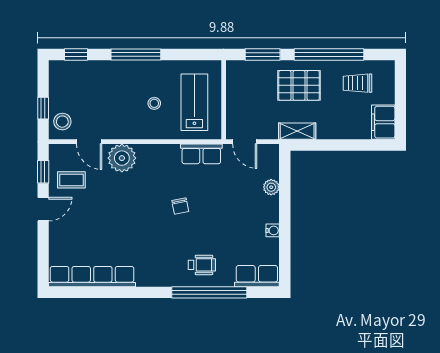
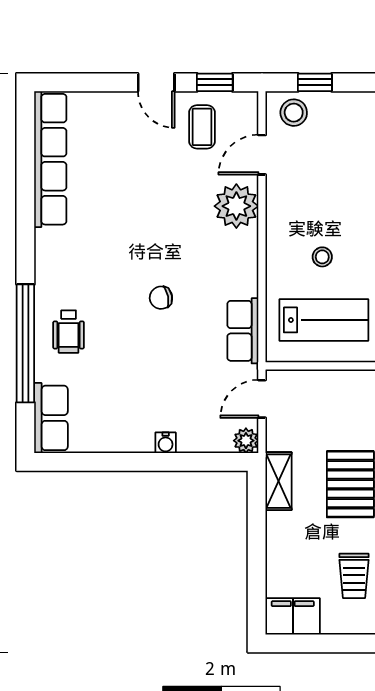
trolley: (357, 83) -> (354, 576), turned 180
plant: (271, 187) -> (246, 441), moved
water cooler: (273, 230) -> (166, 443), moved

